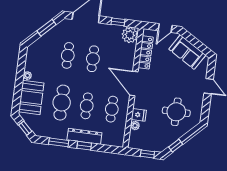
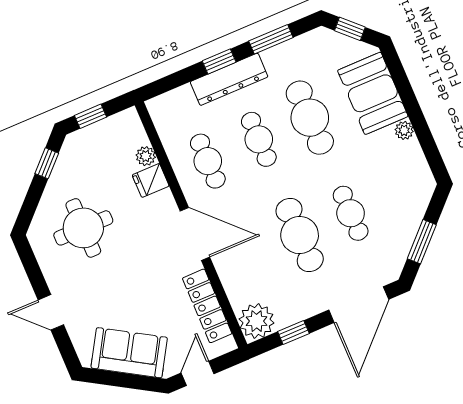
cafe table: (93, 59) -> (300, 235), width x1.37, depth x1.35

